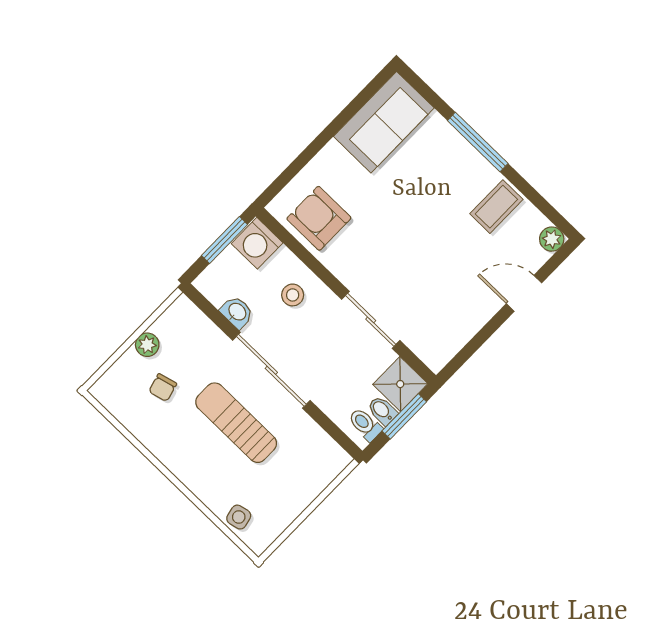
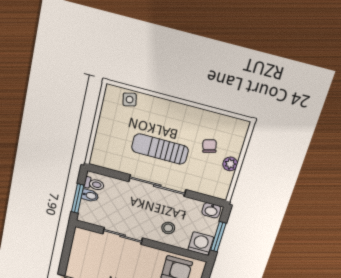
washbasin: (237, 312) -> (211, 210), moved
shower: (400, 384) -> (89, 213), removed
sun lounger: (236, 423) -> (160, 149), turned 180

